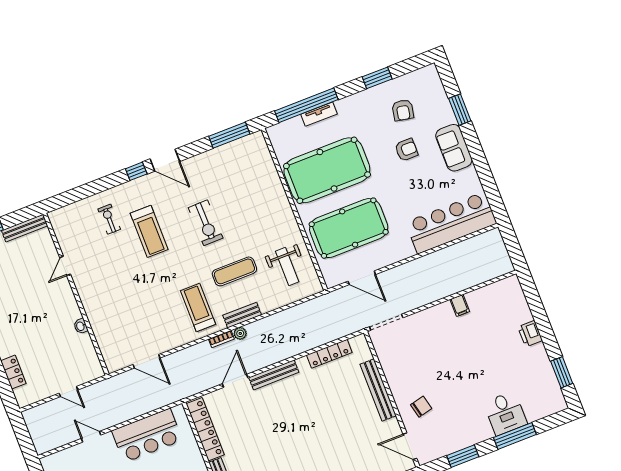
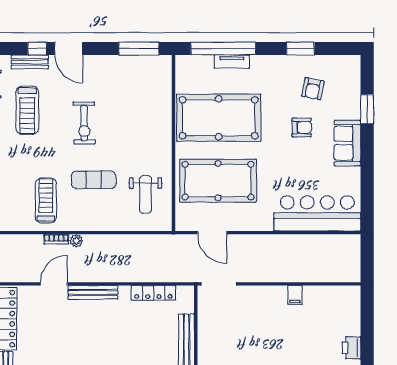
bench: (242, 315) -> (30, 62), moved

